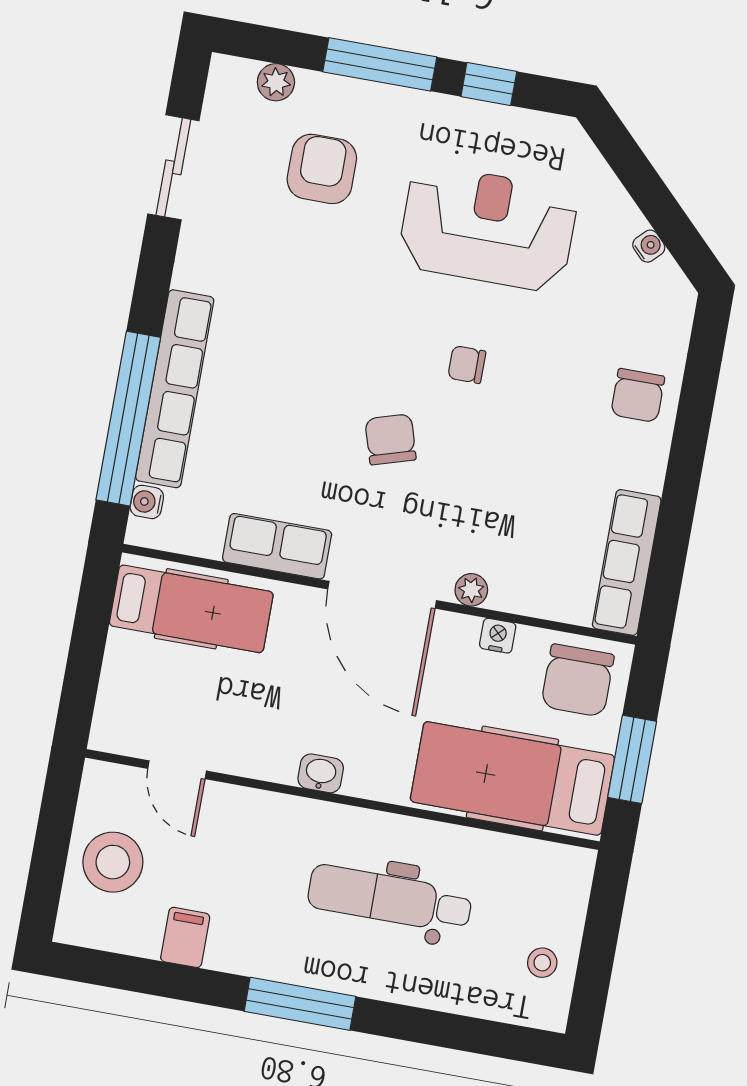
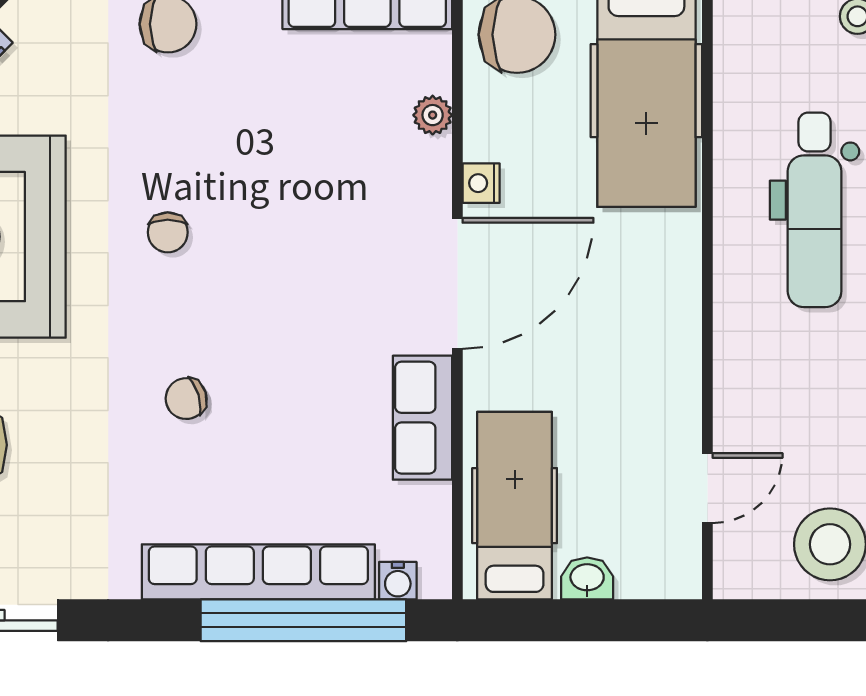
chair: (391, 439) -> (186, 399), moved, width x0.73, depth x0.73
plant: (471, 590) -> (433, 115), moved
nightstand: (498, 636) -> (481, 183), moved
washbasin: (321, 773) -> (587, 578), moved, turned 90

